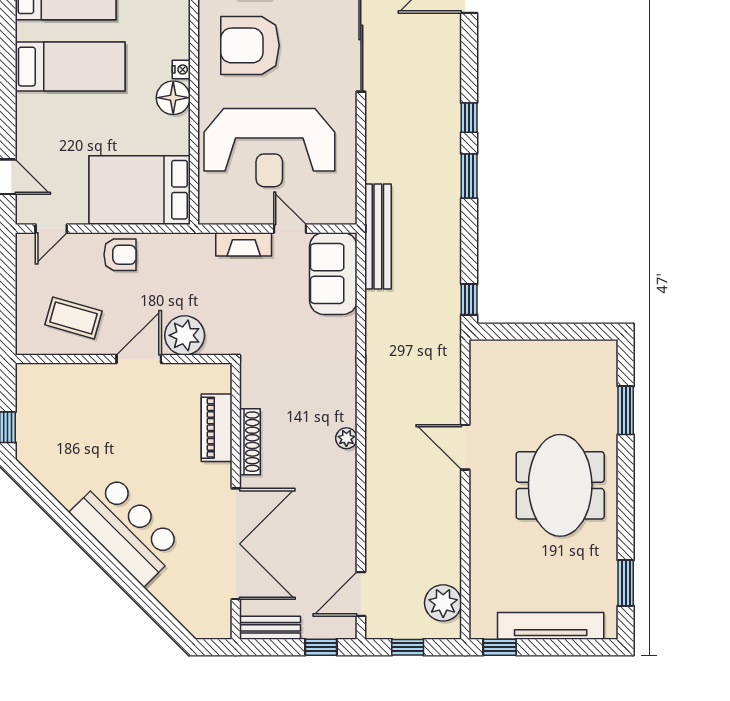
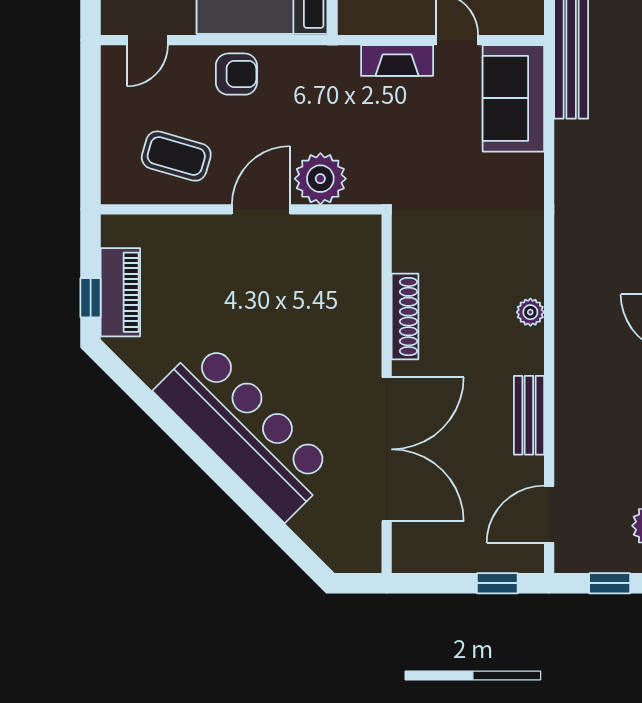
piano: (217, 428) -> (120, 292), moved, turned 180
bar counter: (127, 529) -> (245, 430), width x1.36
bench: (270, 628) -> (529, 415), moved, turned 90

